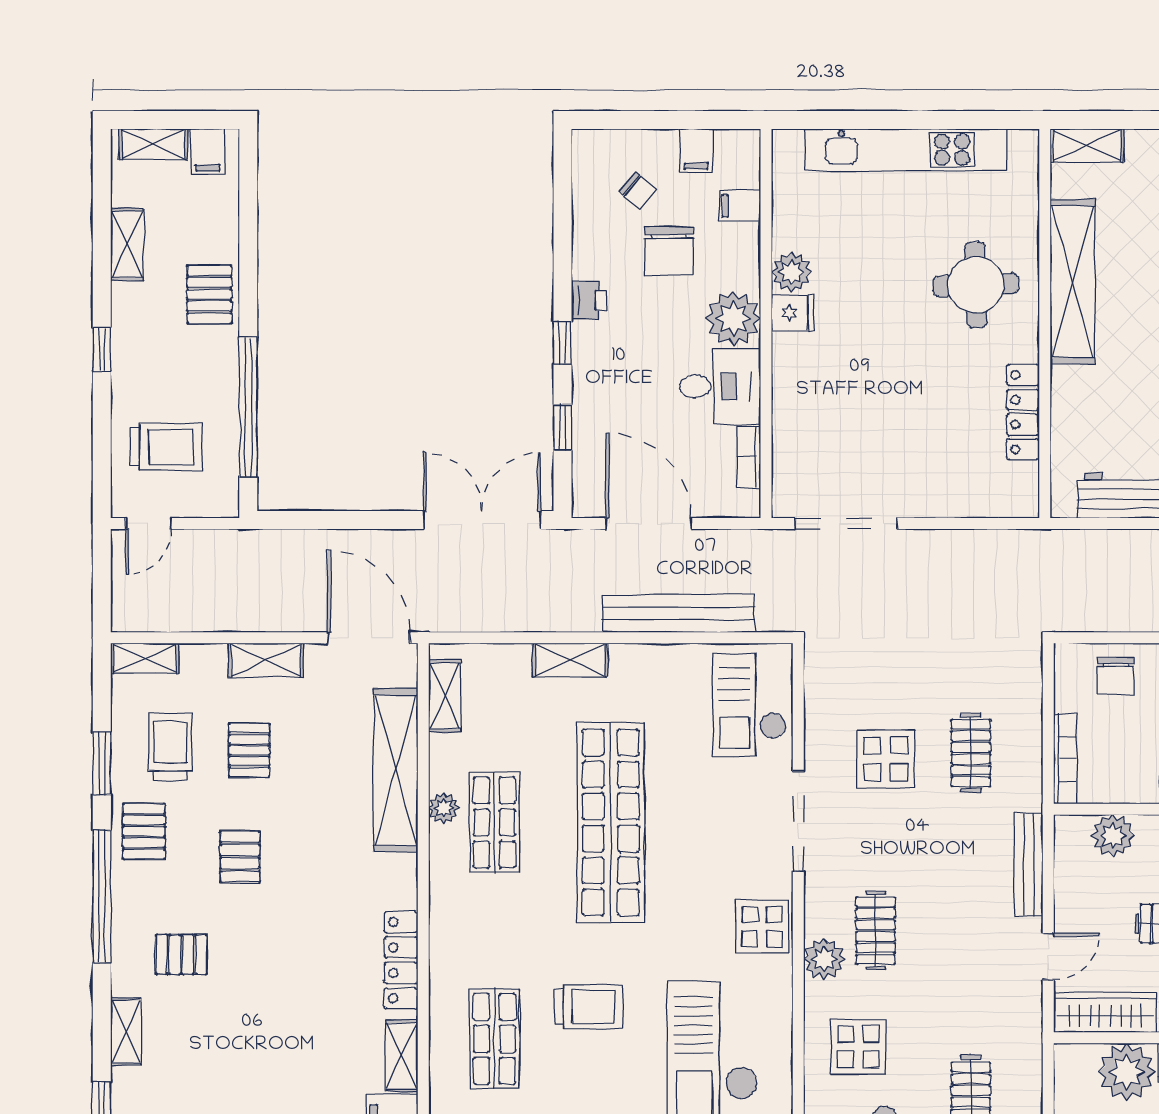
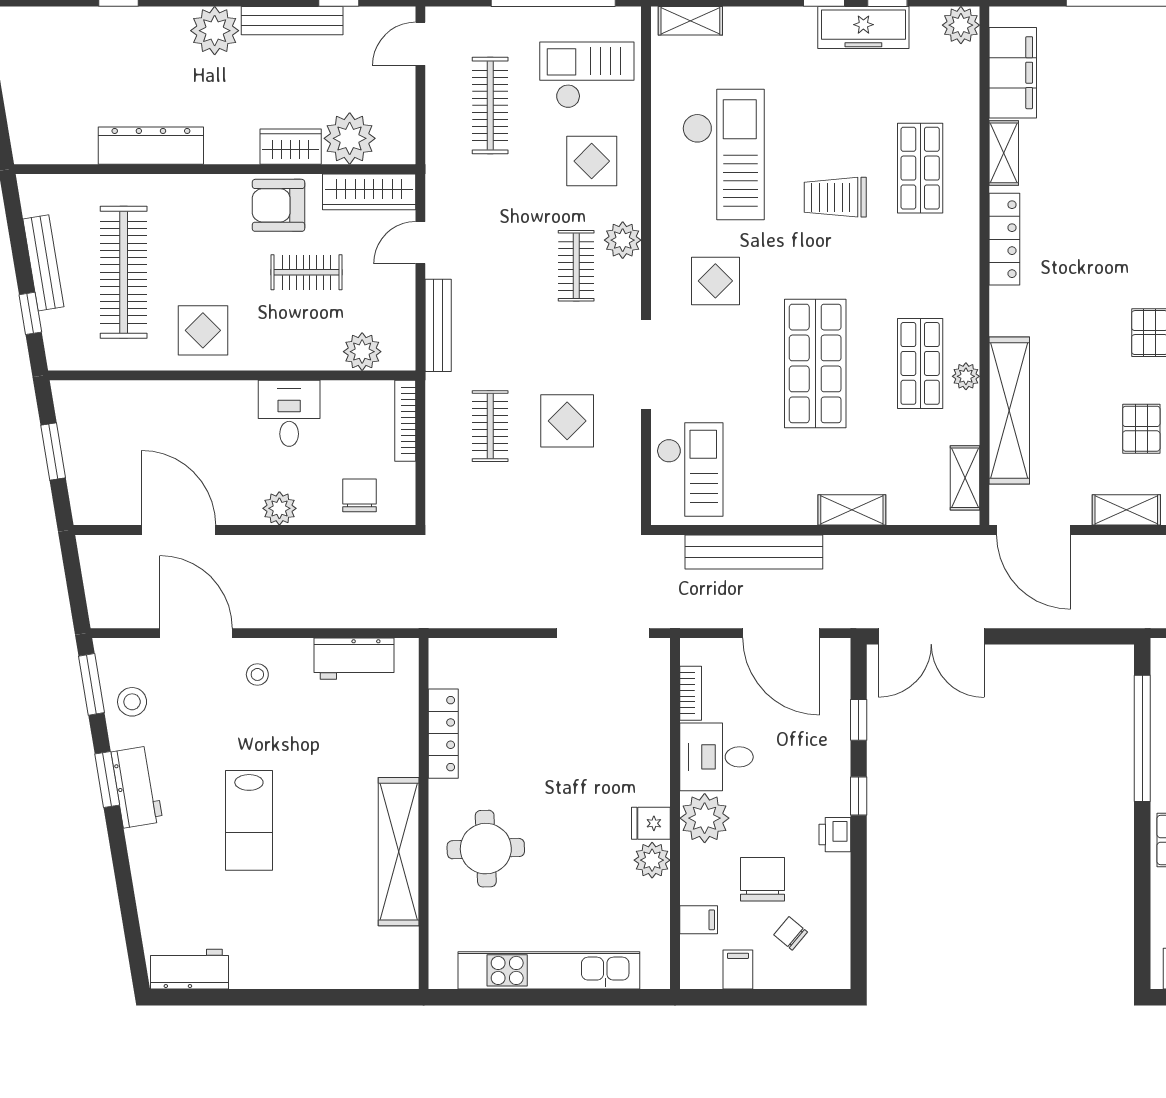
shelving: (1087, 145) -> (386, 974), removed
shop shelf: (611, 822) -> (815, 363), width x0.71
display table: (762, 927) -> (715, 281), moved

